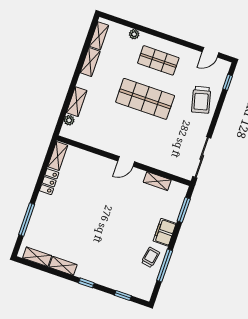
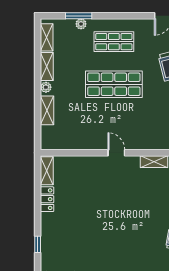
window: (135, 26) -> (79, 16), added
plant: (69, 120) -> (46, 87), moved
door: (126, 161) -> (116, 153), swing flipped
window: (27, 220) -> (38, 244), width x0.46

